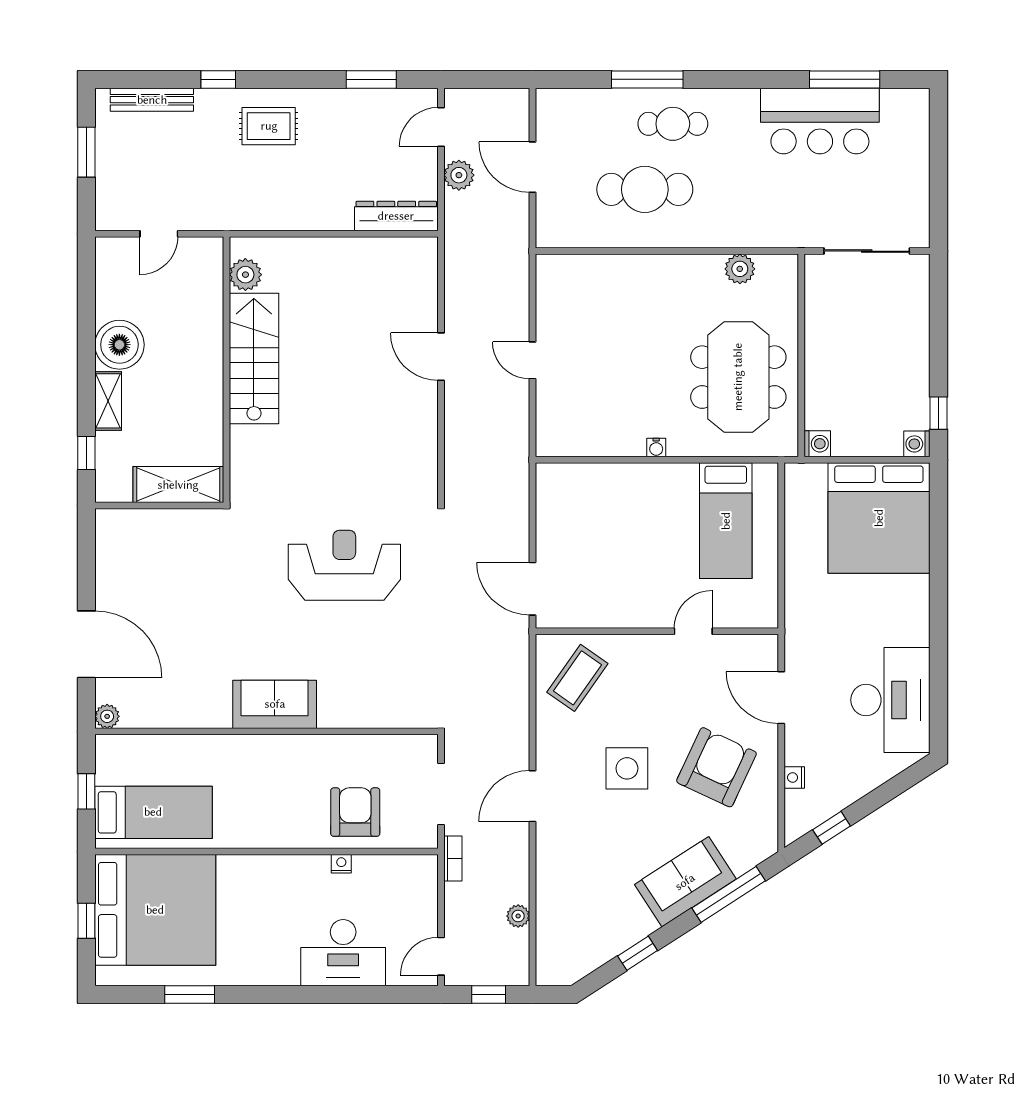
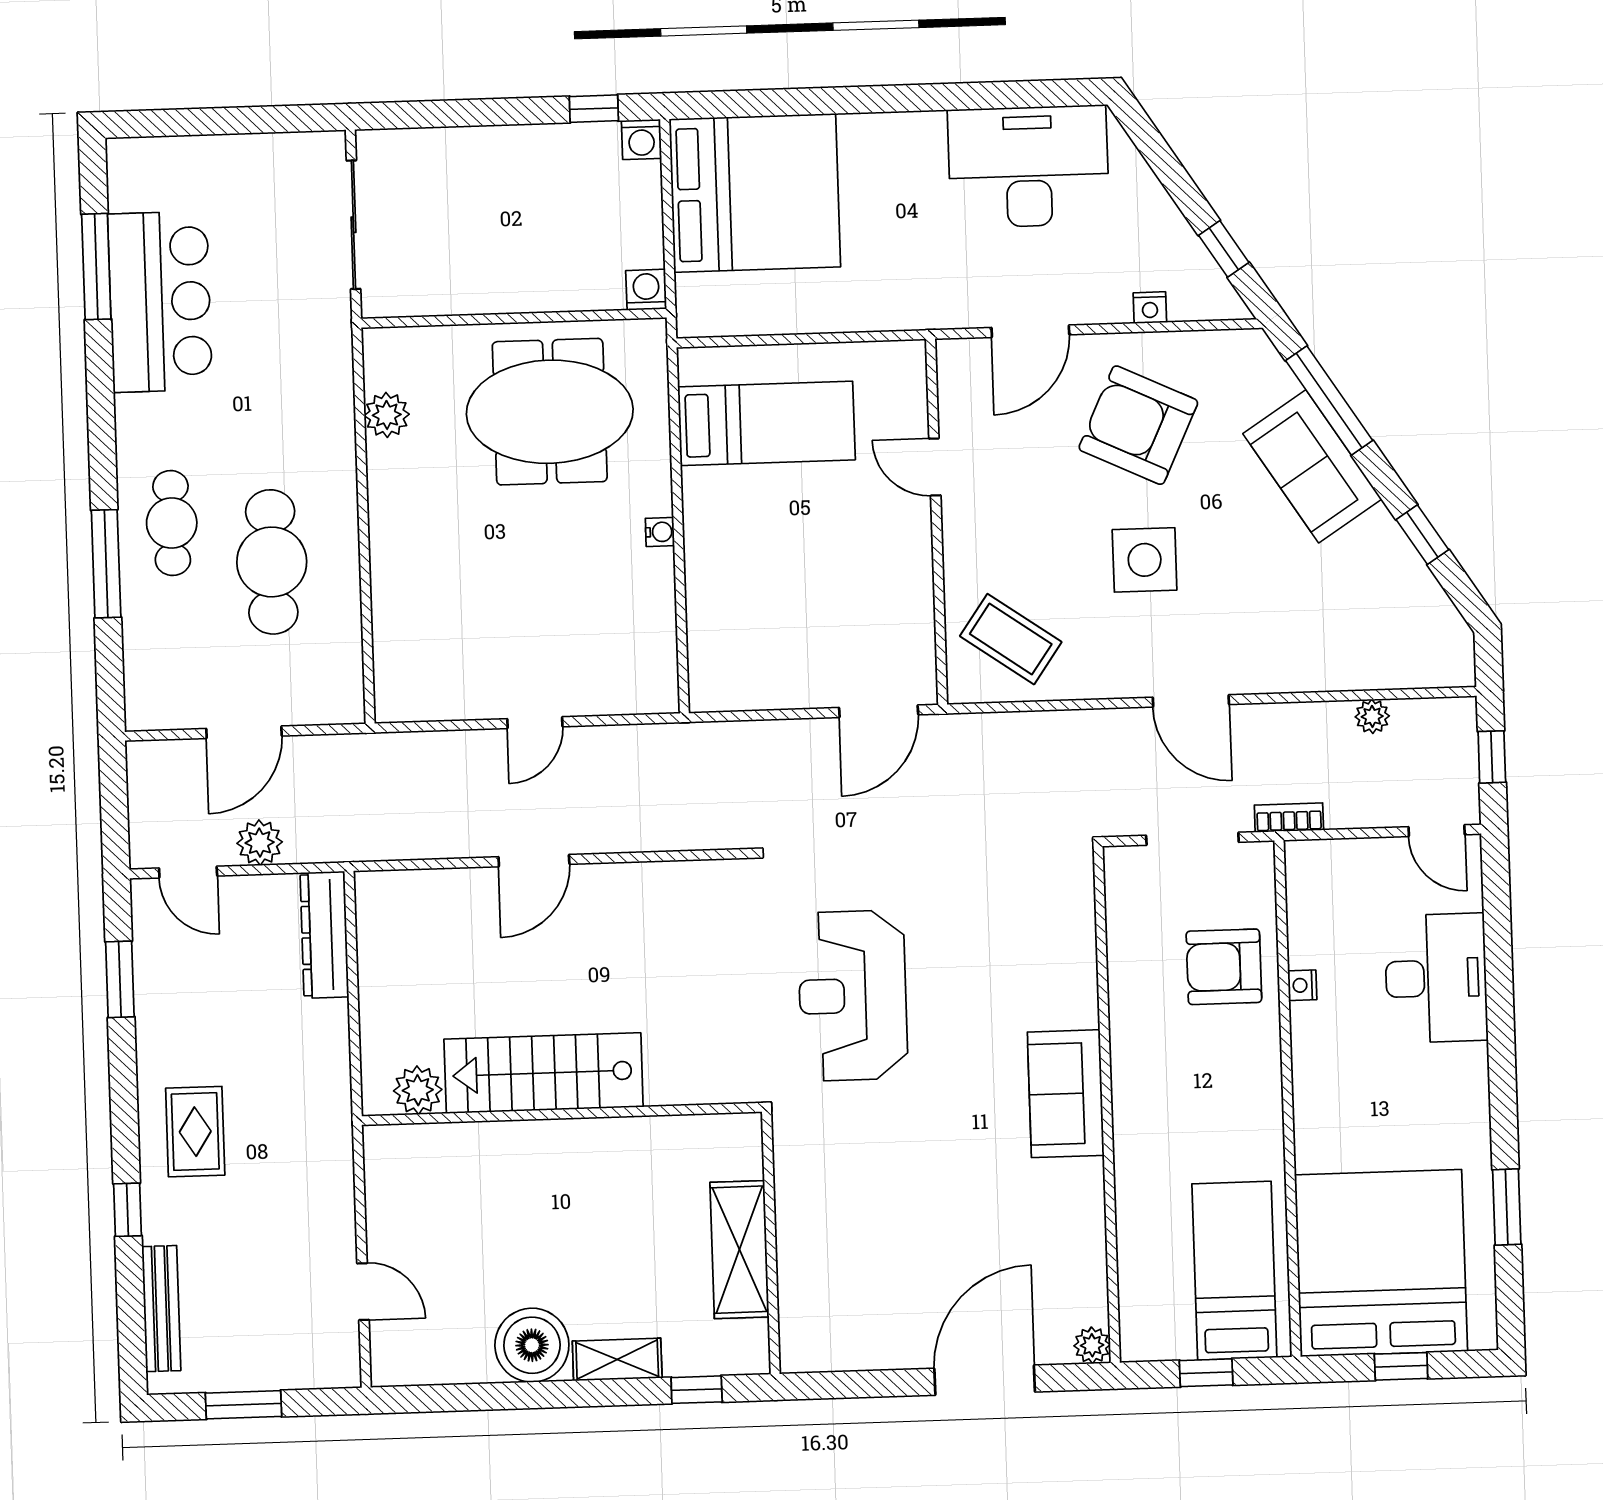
plant: (245, 275) -> (418, 1090), moved
stairs: (254, 358) -> (544, 1073), moved
wall: (226, 370) -> (562, 1114), moved

